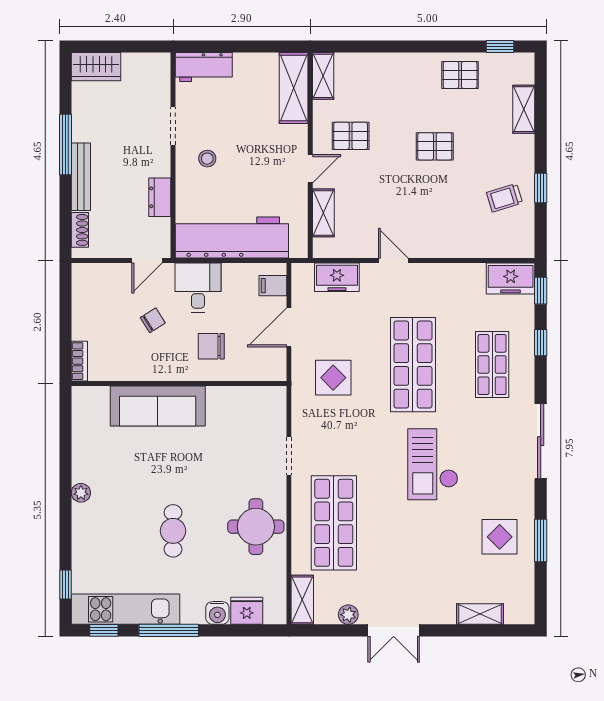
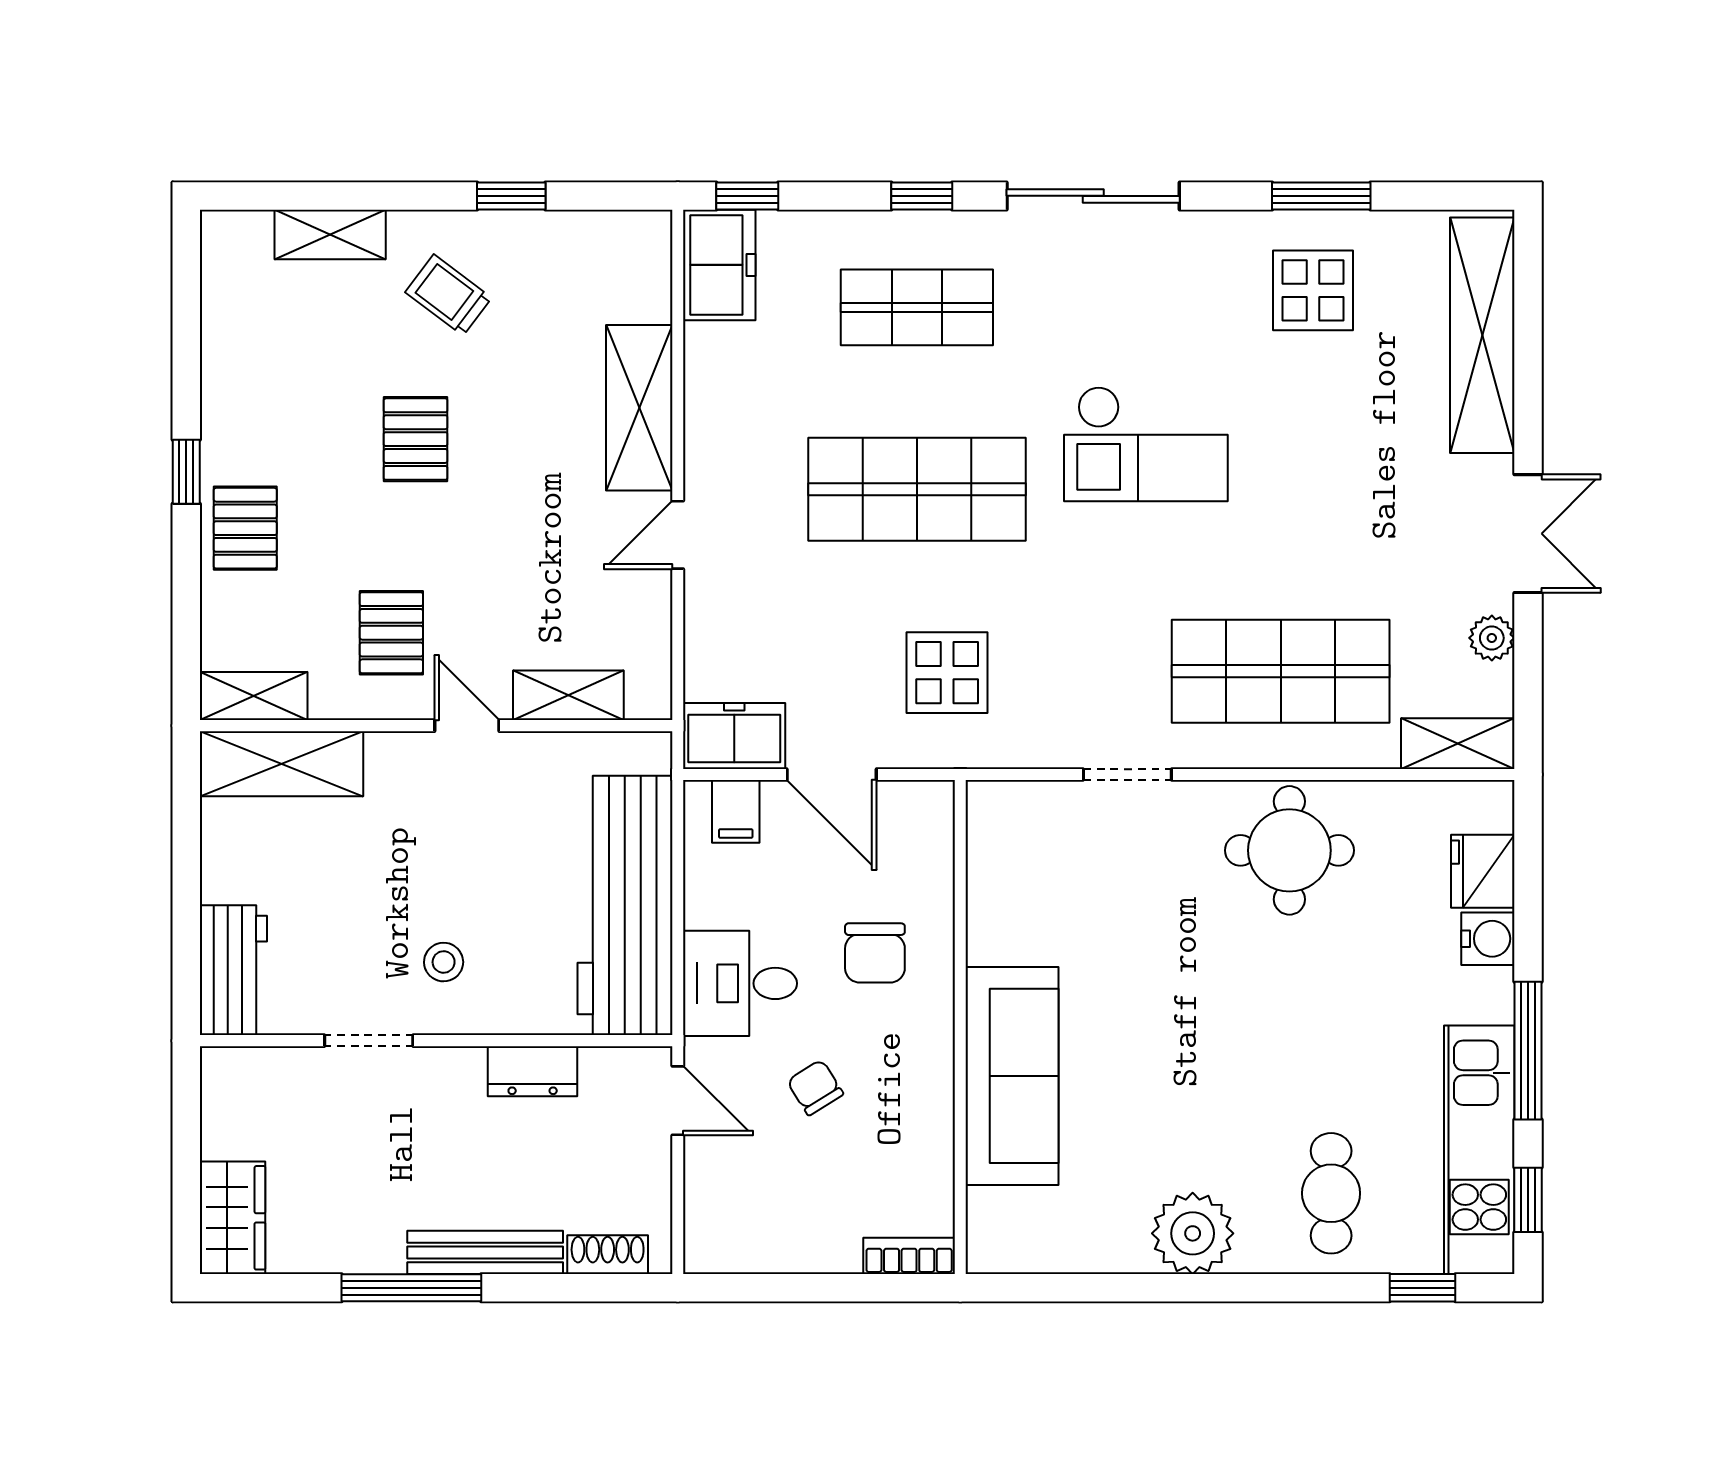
window: (500, 47) -> (186, 472), moved
pallet: (460, 75) -> (245, 528), moved
trolley: (505, 198) -> (448, 295), moved, turned 144
shelving: (448, 244) -> (639, 408), added
freezer: (337, 277) -> (734, 736), moved, turned -90
window: (541, 343) -> (922, 196), moved
plant: (81, 493) -> (1193, 1233), width x1.87, depth x1.87
cafe table: (173, 531) -> (1331, 1193), moved, turned 90
shelving: (480, 614) -> (1482, 335), width x2.20, depth x1.33

